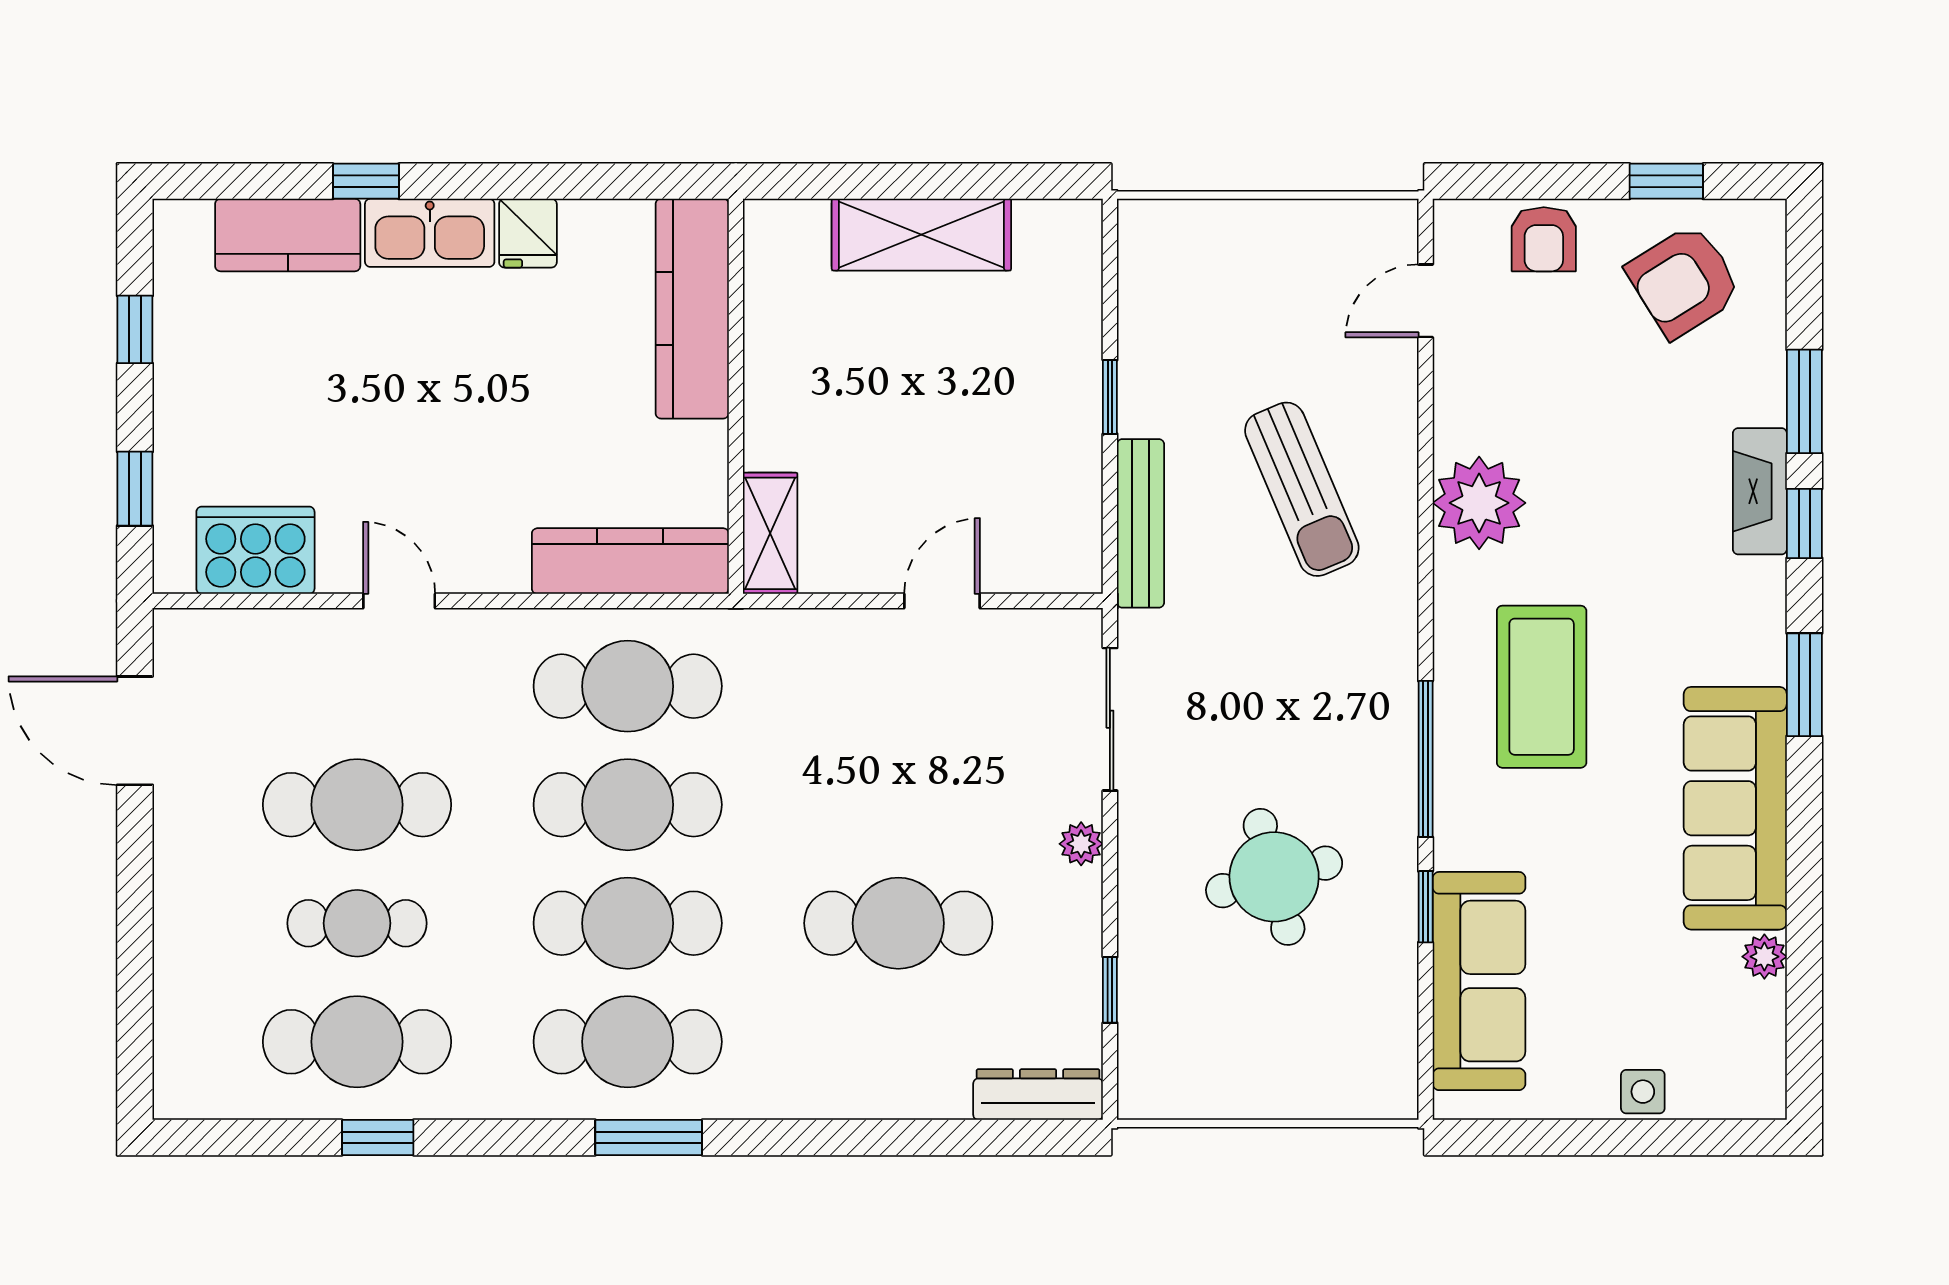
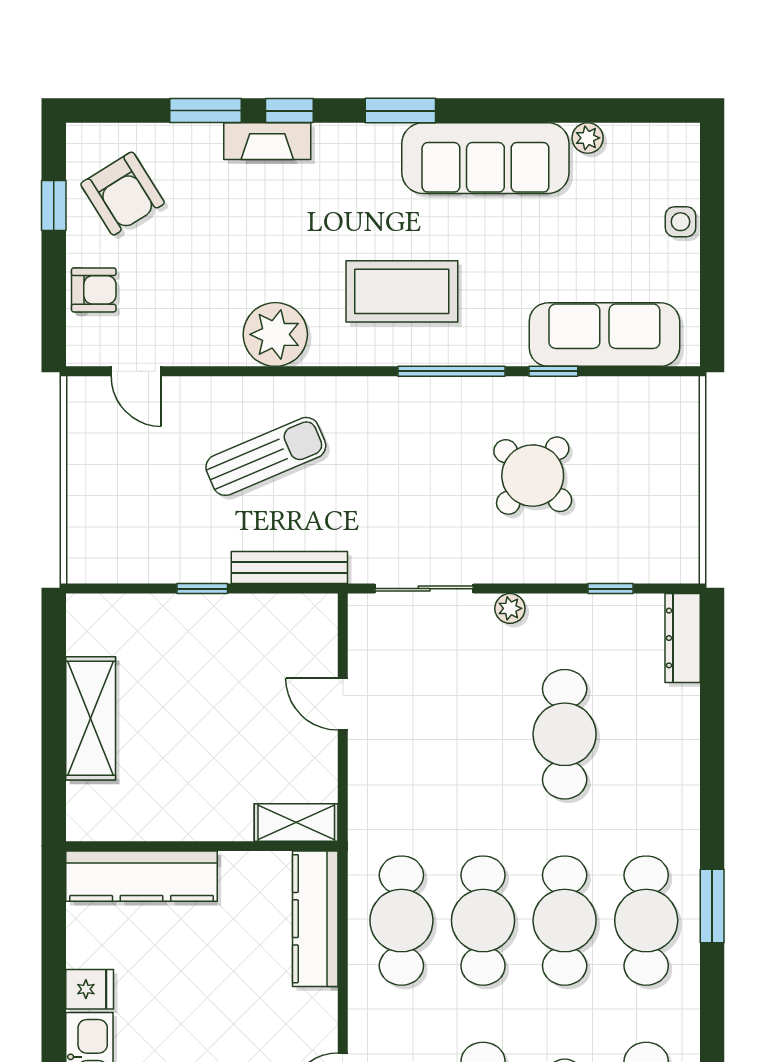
round table: (1274, 877) -> (533, 476), turned -33

